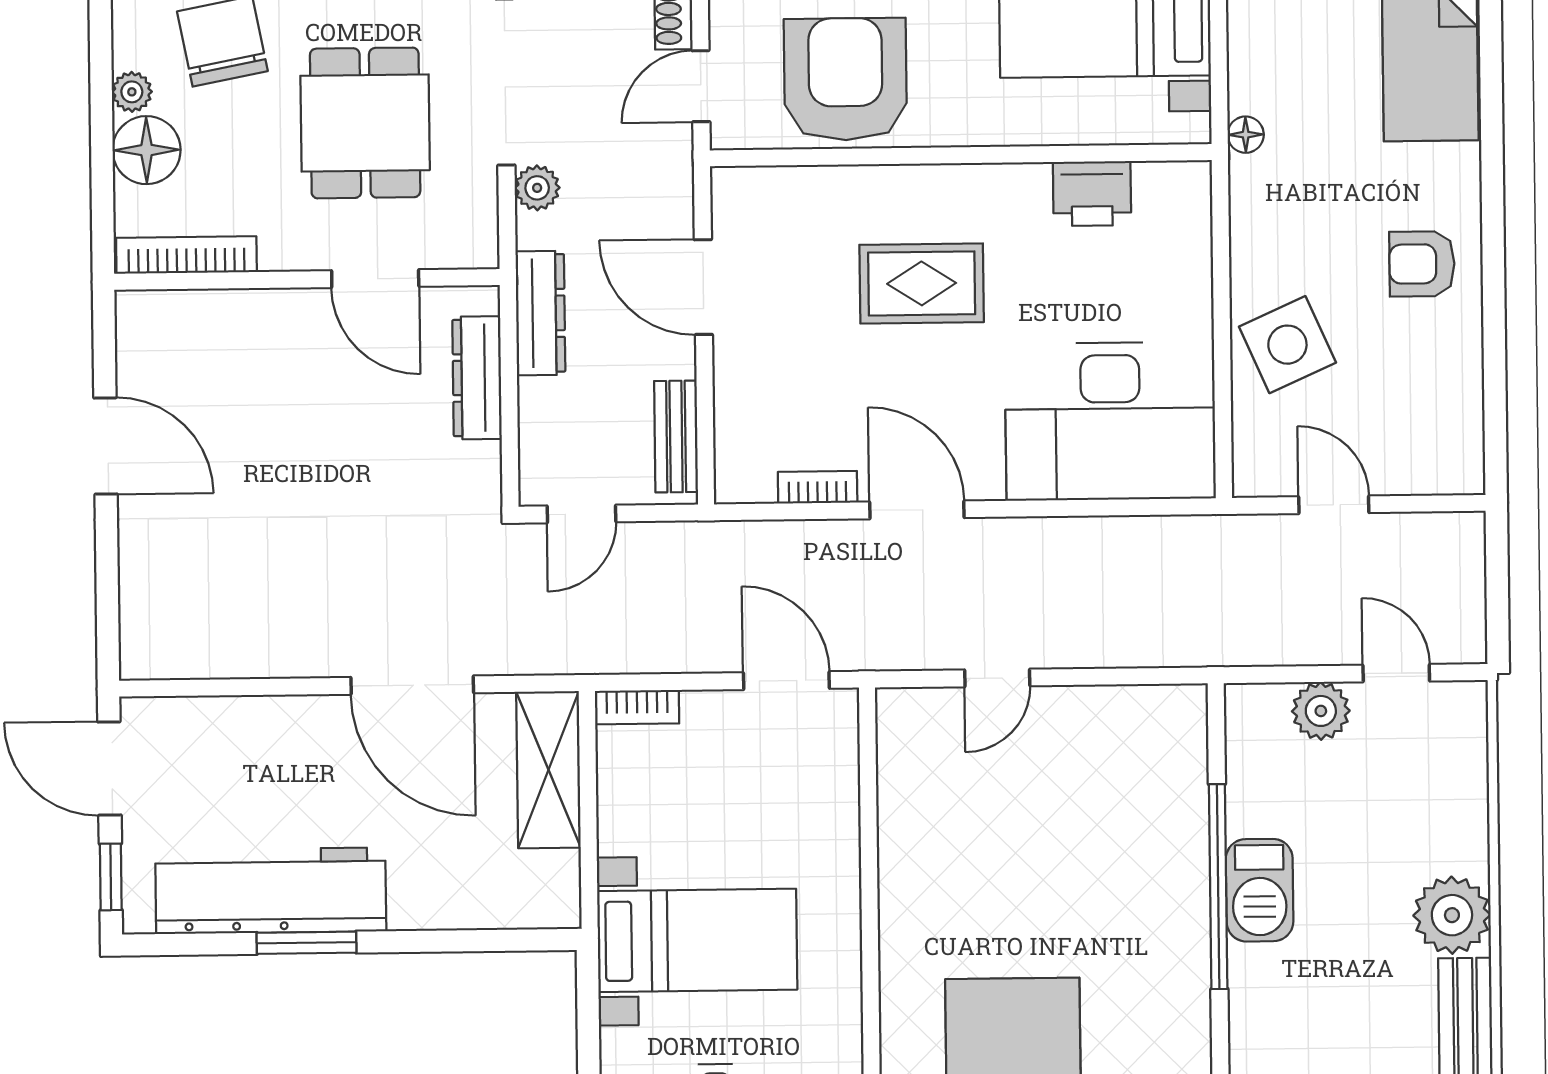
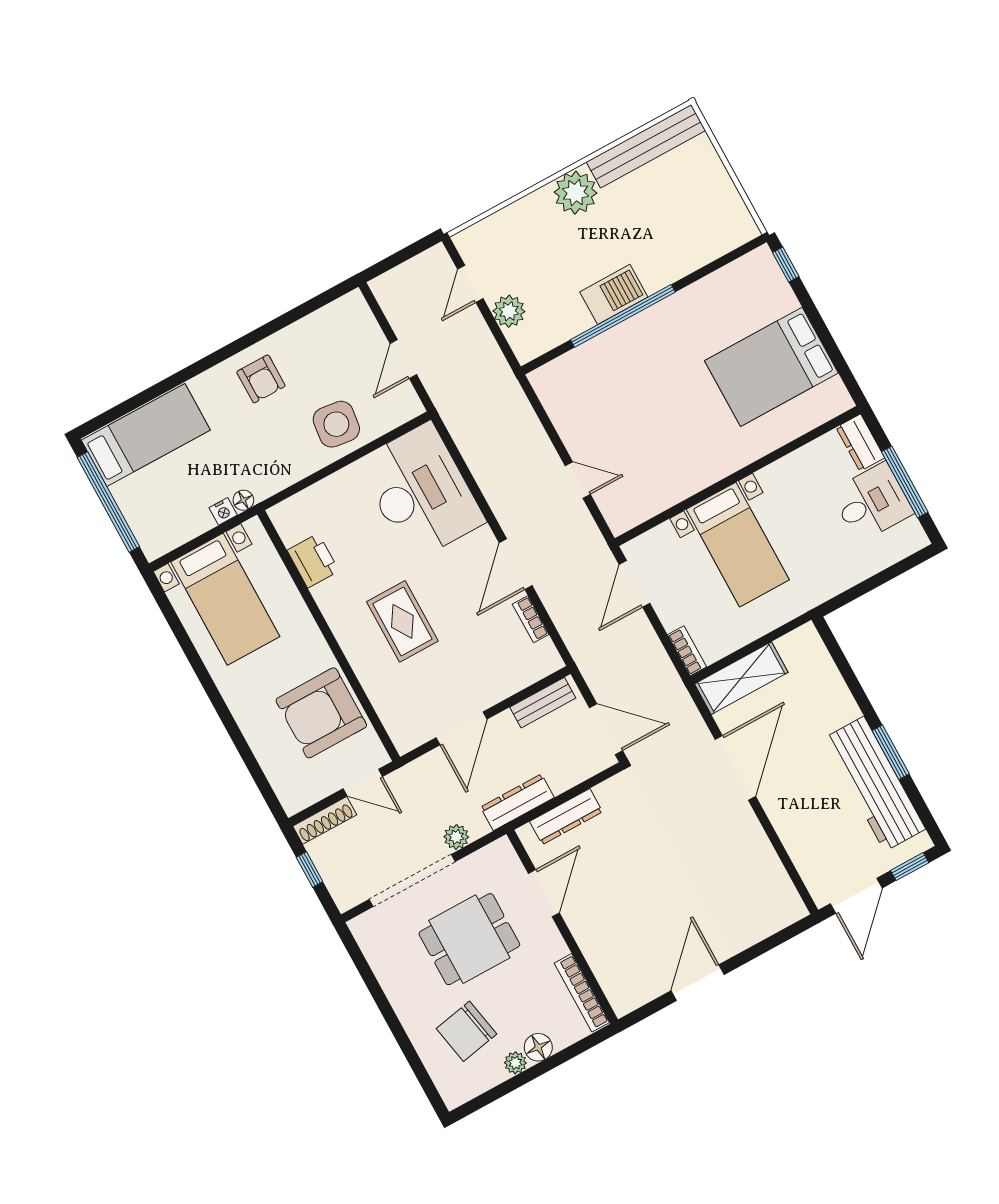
nightstand: (1245, 93) -> (223, 511), added
floor lamp: (147, 150) -> (538, 1047), width x0.73, depth x0.73
side table: (1287, 345) -> (336, 424), turned 31
door: (581, 514) -> (606, 729), width x1.38
bed with nightstands: (697, 940) -> (738, 545), moved, turned 180

